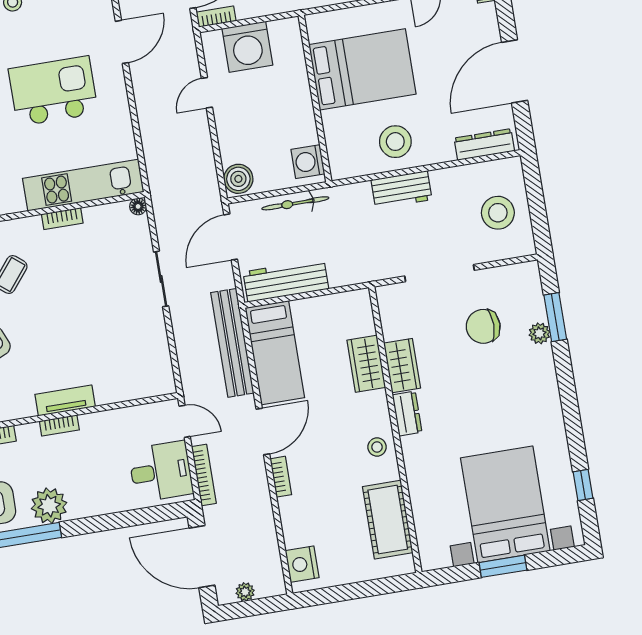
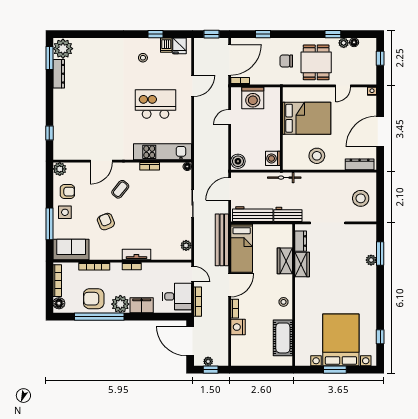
workbench: (402, 190) -> (288, 214), moved, turned 180
bicycle: (295, 203) -> (284, 178), moved
chair: (483, 326) -> (344, 252), removed
plant: (162, 366) -> (186, 245), added
dresser: (407, 414) -> (301, 241), moved
filing cabinet: (93, 501) -> (142, 305), added
nightstand: (302, 564) -> (238, 327), moved
window: (253, 608) -> (211, 370), added

